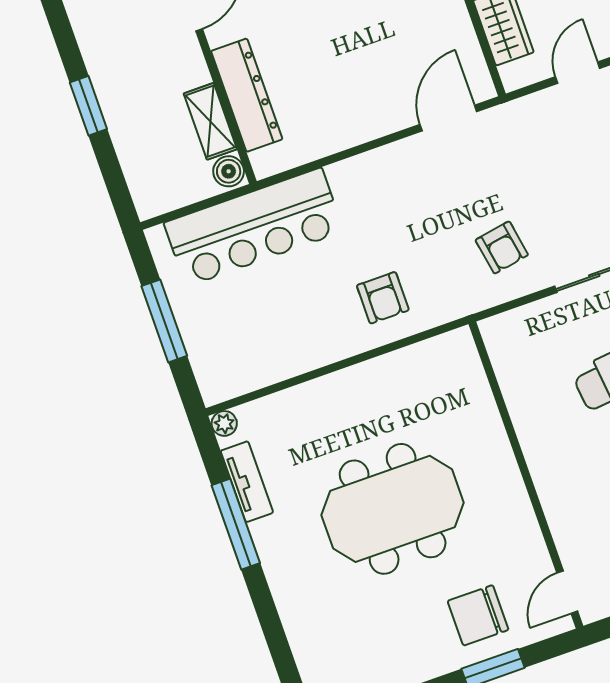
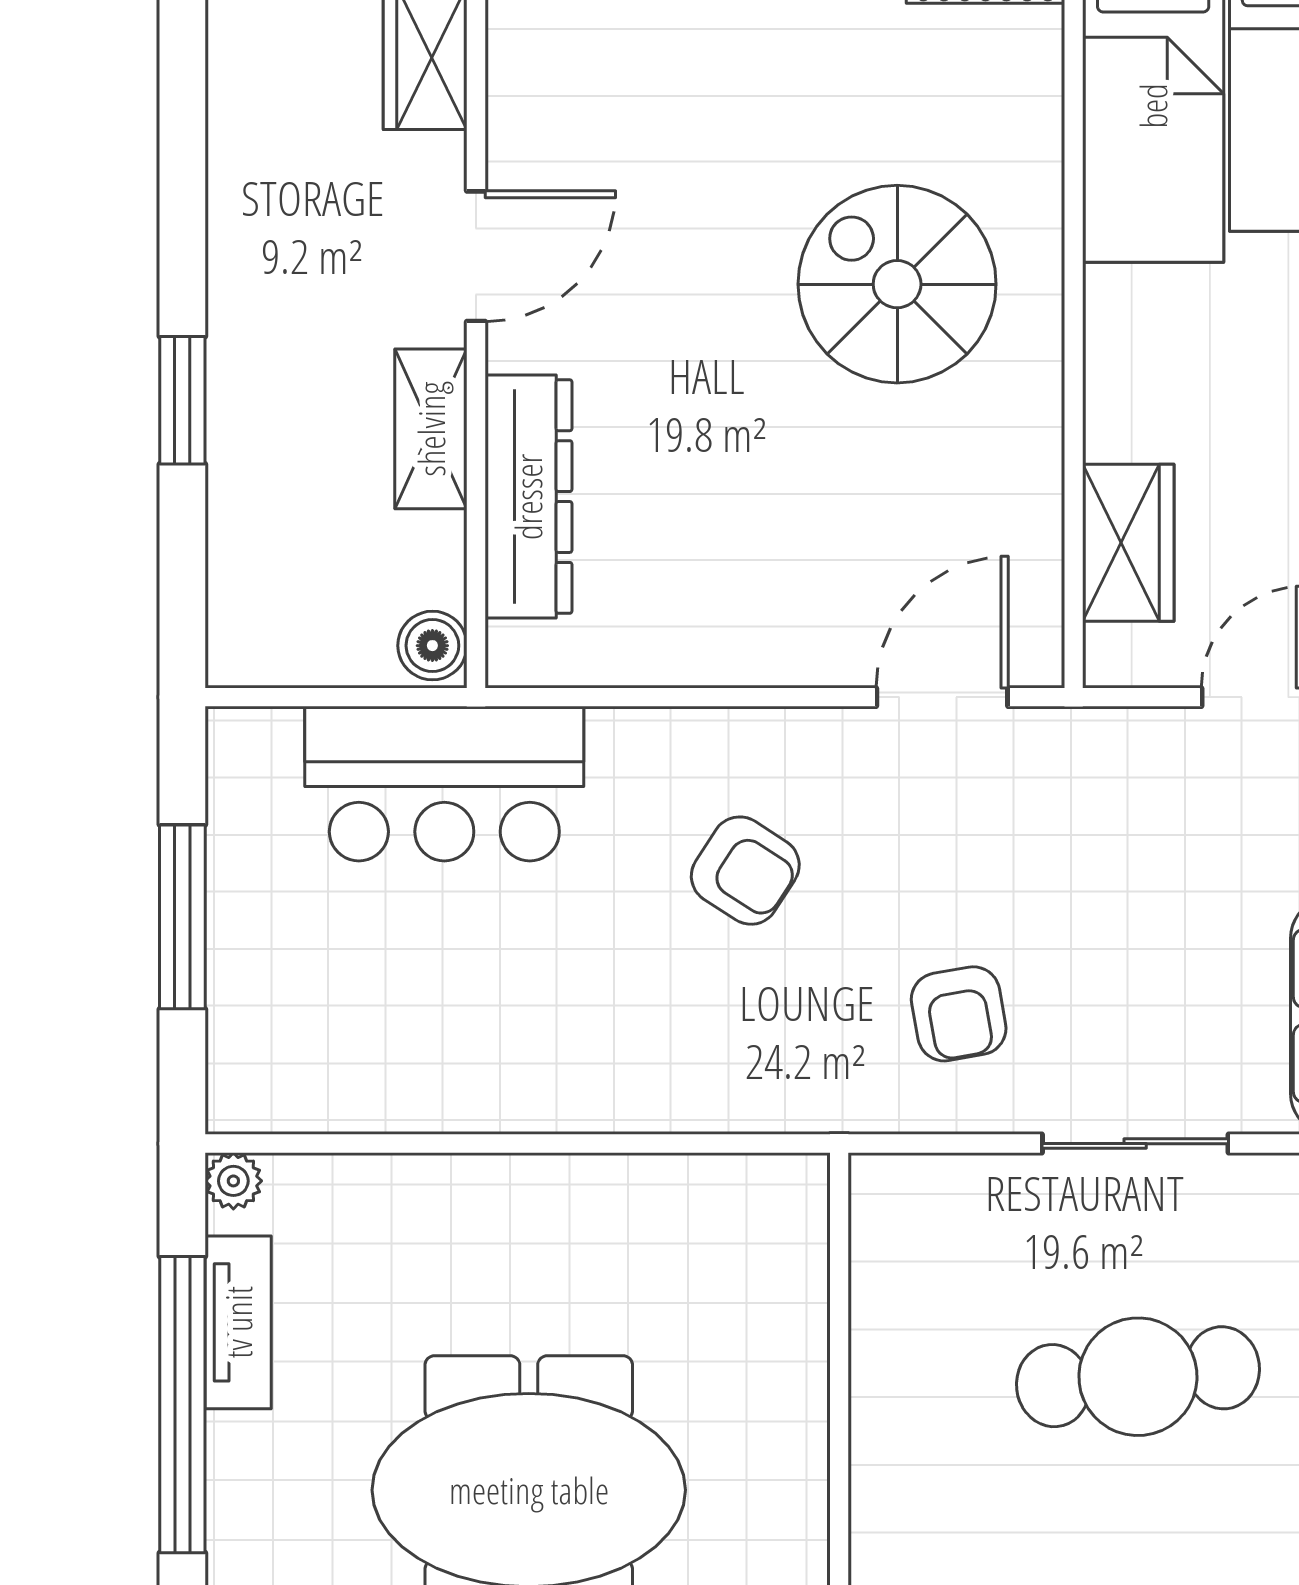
shelving: (210, 121) -> (431, 429), moved
bar counter: (254, 227) -> (444, 784), width x0.73
armchair: (383, 298) -> (745, 871), moved, turned -57
window: (236, 524) -> (182, 1405), width x1.46

